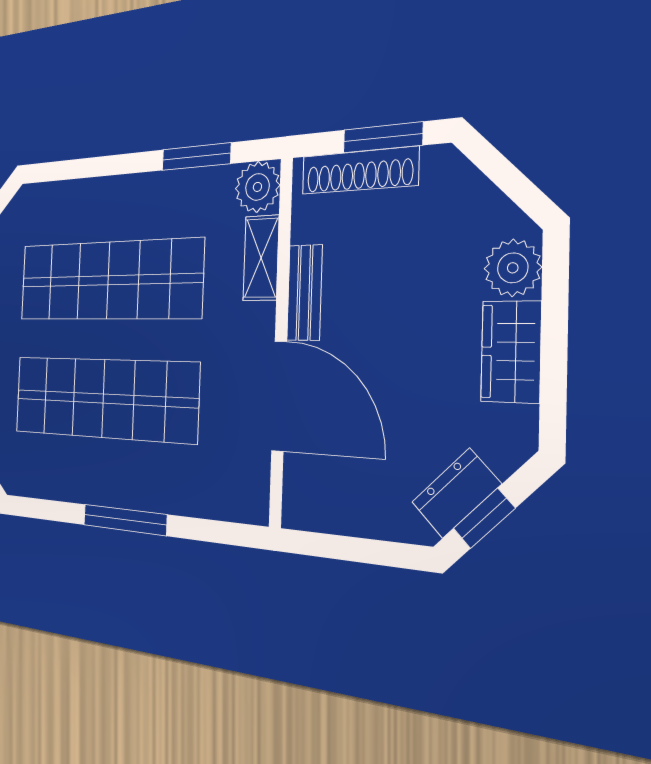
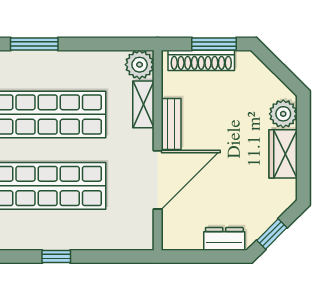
window: (196, 157) -> (34, 44), moved
door: (279, 396) -> (158, 180), hinge flipped
dresser: (456, 493) -> (224, 239), moved, turned 45
window: (125, 520) -> (56, 256), width x0.46

